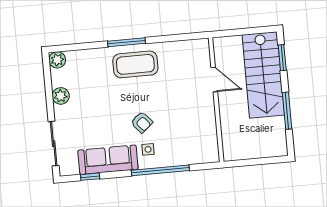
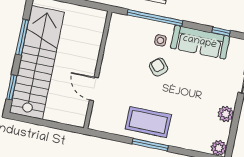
stairs: (263, 75) -> (37, 62), width x1.36
door: (214, 80) -> (94, 89), moved
wall: (216, 100) -> (98, 70), moved

